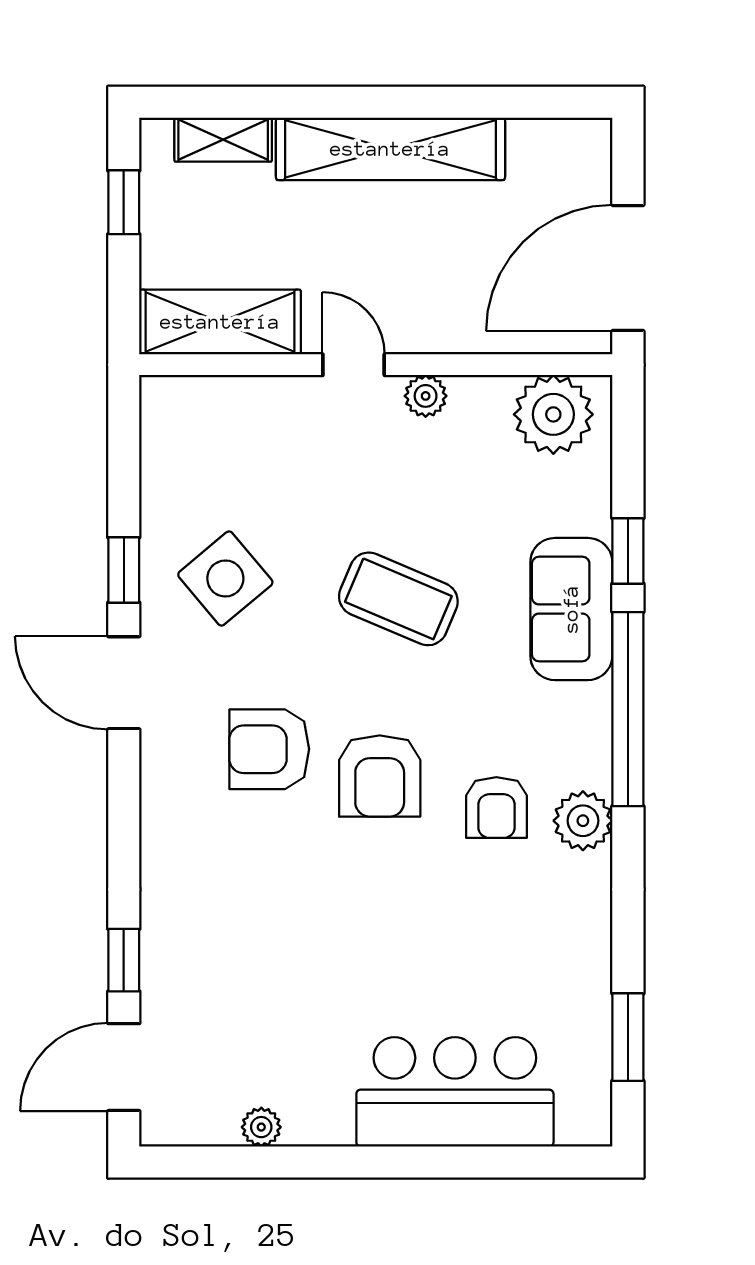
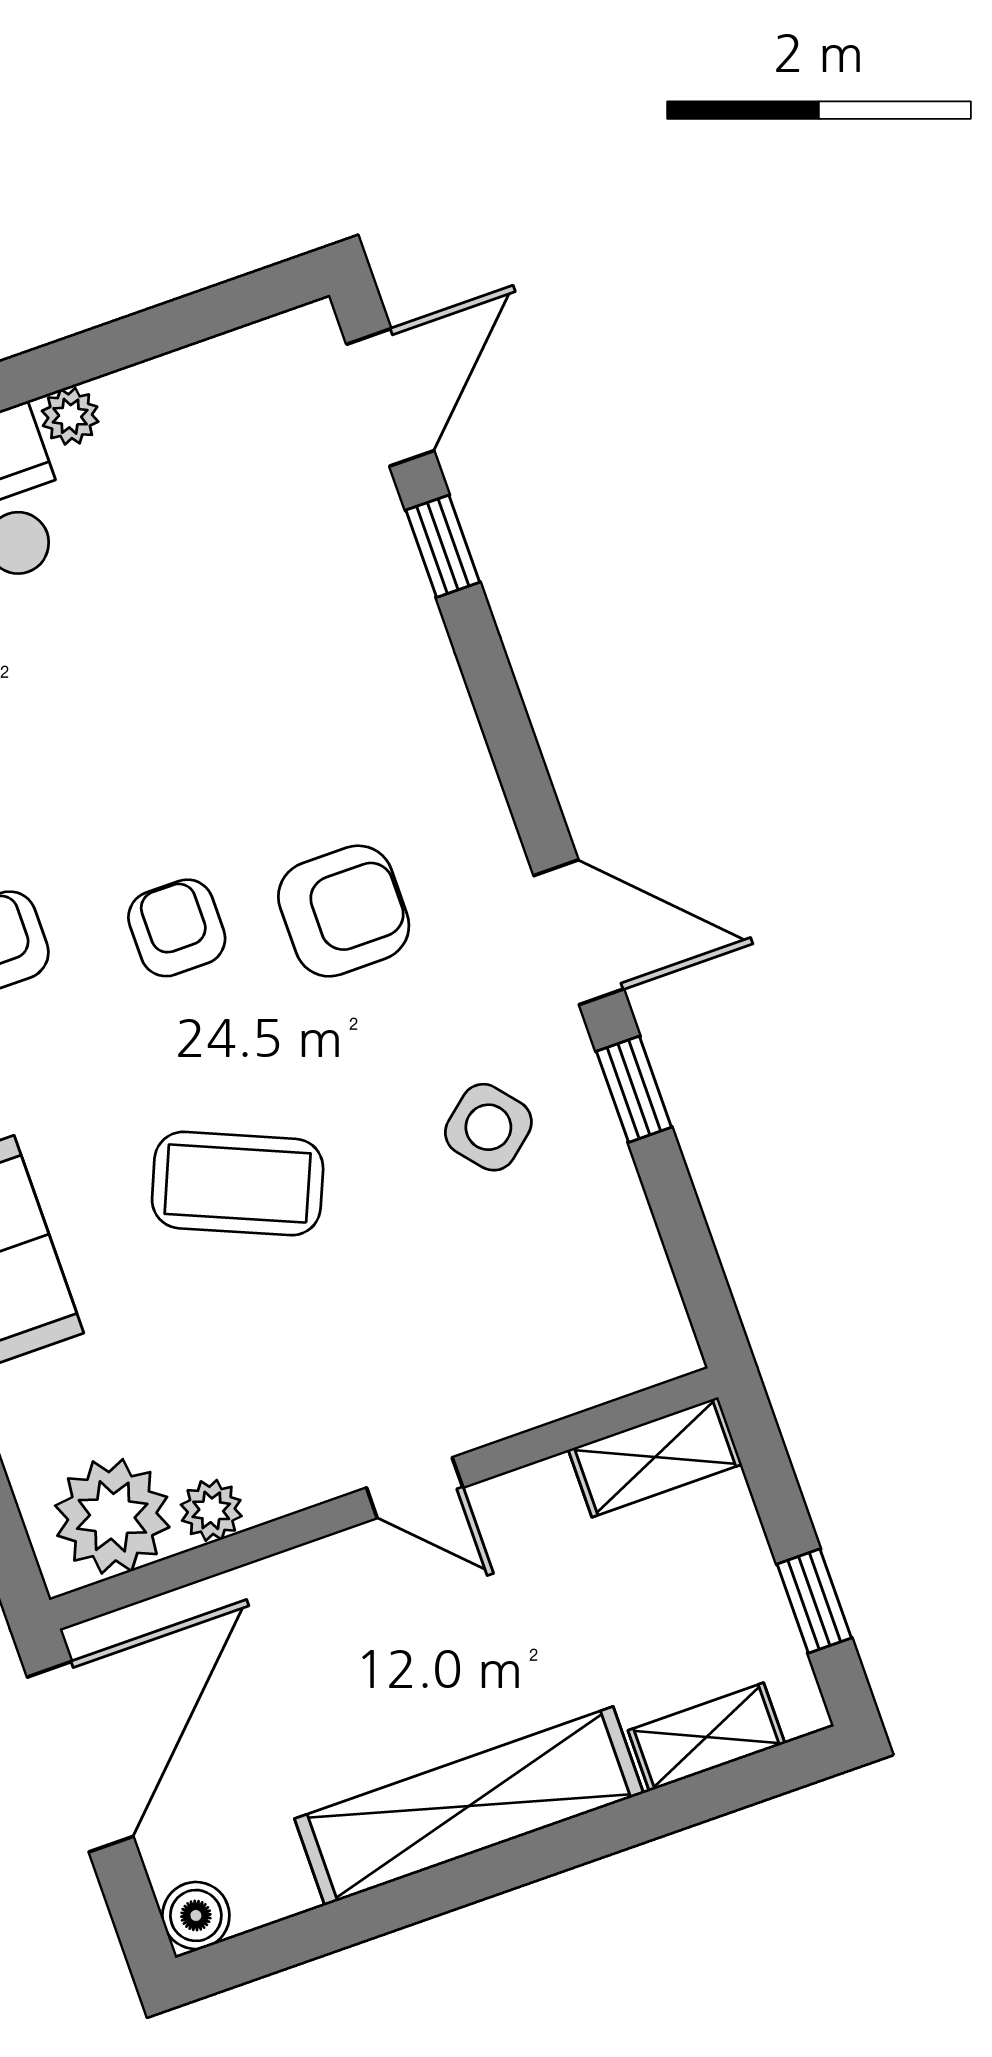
boiler: (590, 140) -> (196, 1915), added
shelving: (220, 322) -> (655, 1457), width x0.67, depth x0.75
plant: (426, 396) -> (211, 1510), moved
side table: (225, 578) -> (488, 1127), width x0.73, depth x0.73
armchair: (380, 776) -> (177, 928), width x0.72, depth x0.72
plant: (261, 1127) -> (70, 416), moved

